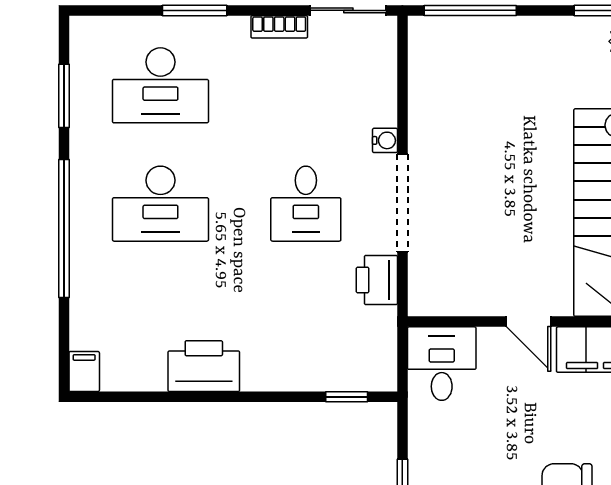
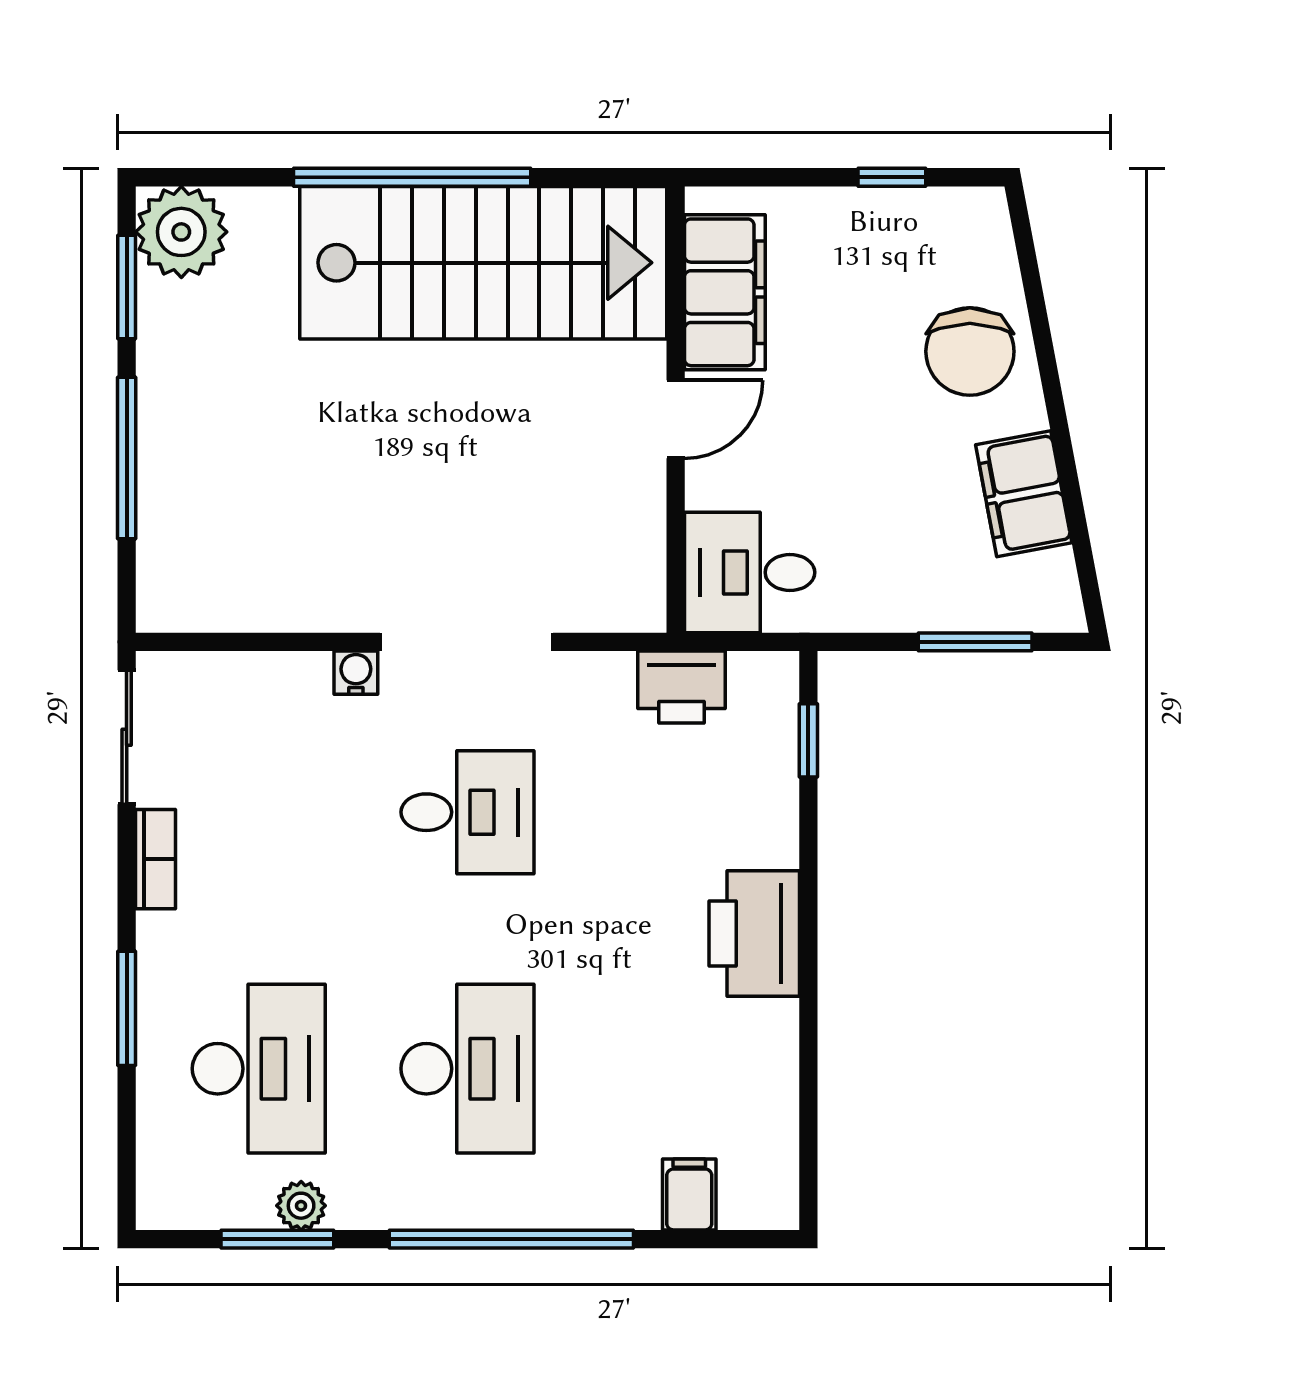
window: (470, 10) -> (127, 458), moved
plant: (83, 109) -> (301, 1206), added
printer: (377, 280) -> (681, 687), moved
printer: (204, 366) -> (754, 933), moved
filing cabinet: (84, 372) -> (689, 1194), moved, turned 90

